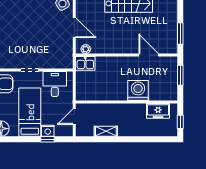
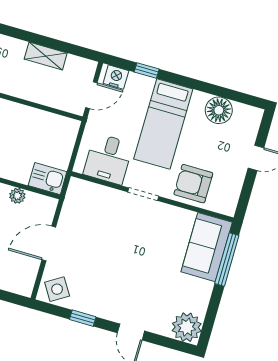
door: (74, 28) -> (49, 243), hinge flipped
plant: (86, 49) -> (17, 196), moved
nightstand: (48, 131) -> (116, 77), moved

